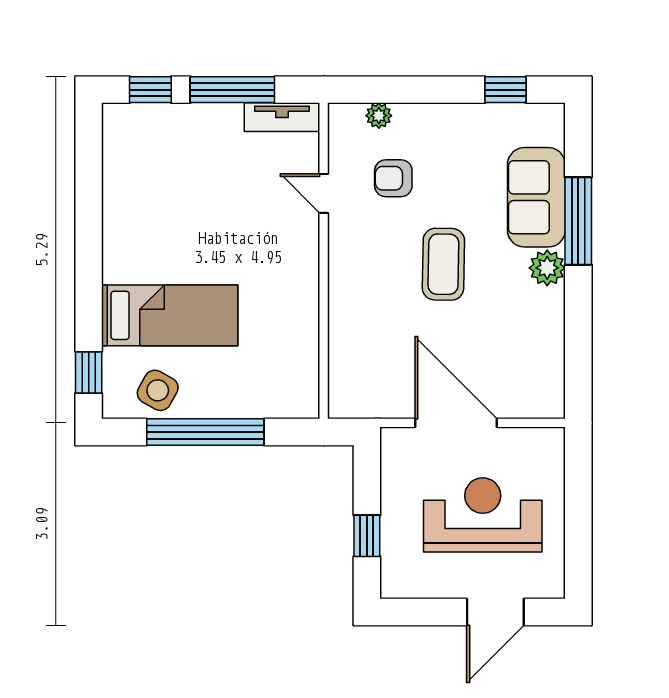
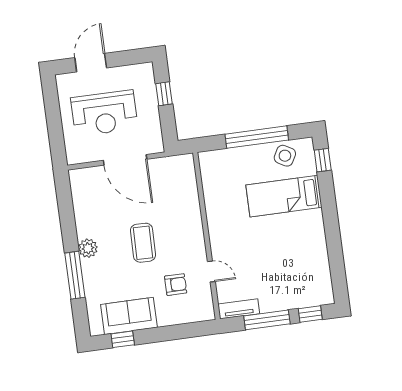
plant: (379, 116) -> (188, 317), removed
sofa: (536, 197) -> (129, 316), moved, turned -90

